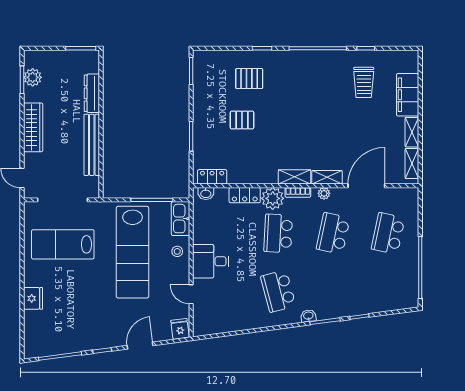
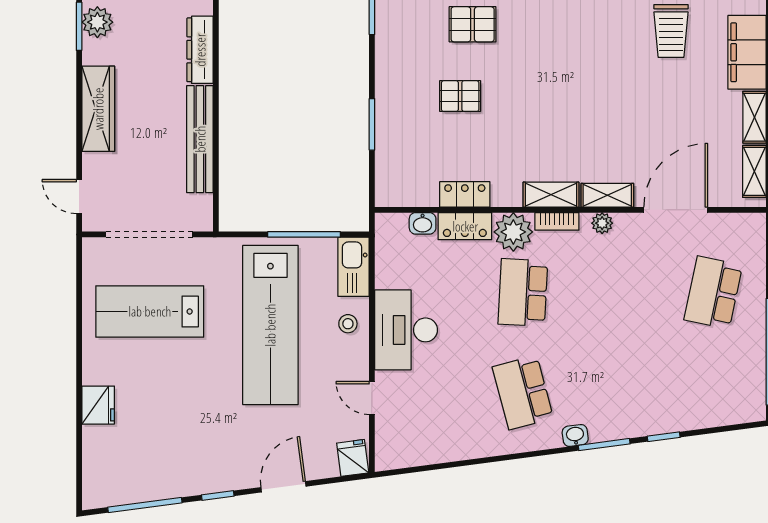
locker: (212, 177) -> (465, 194), moved
washbasin: (206, 193) -> (423, 223), moved
school desk: (333, 233) -> (618, 292), removed
desk: (211, 261) -> (406, 330), width x1.37

